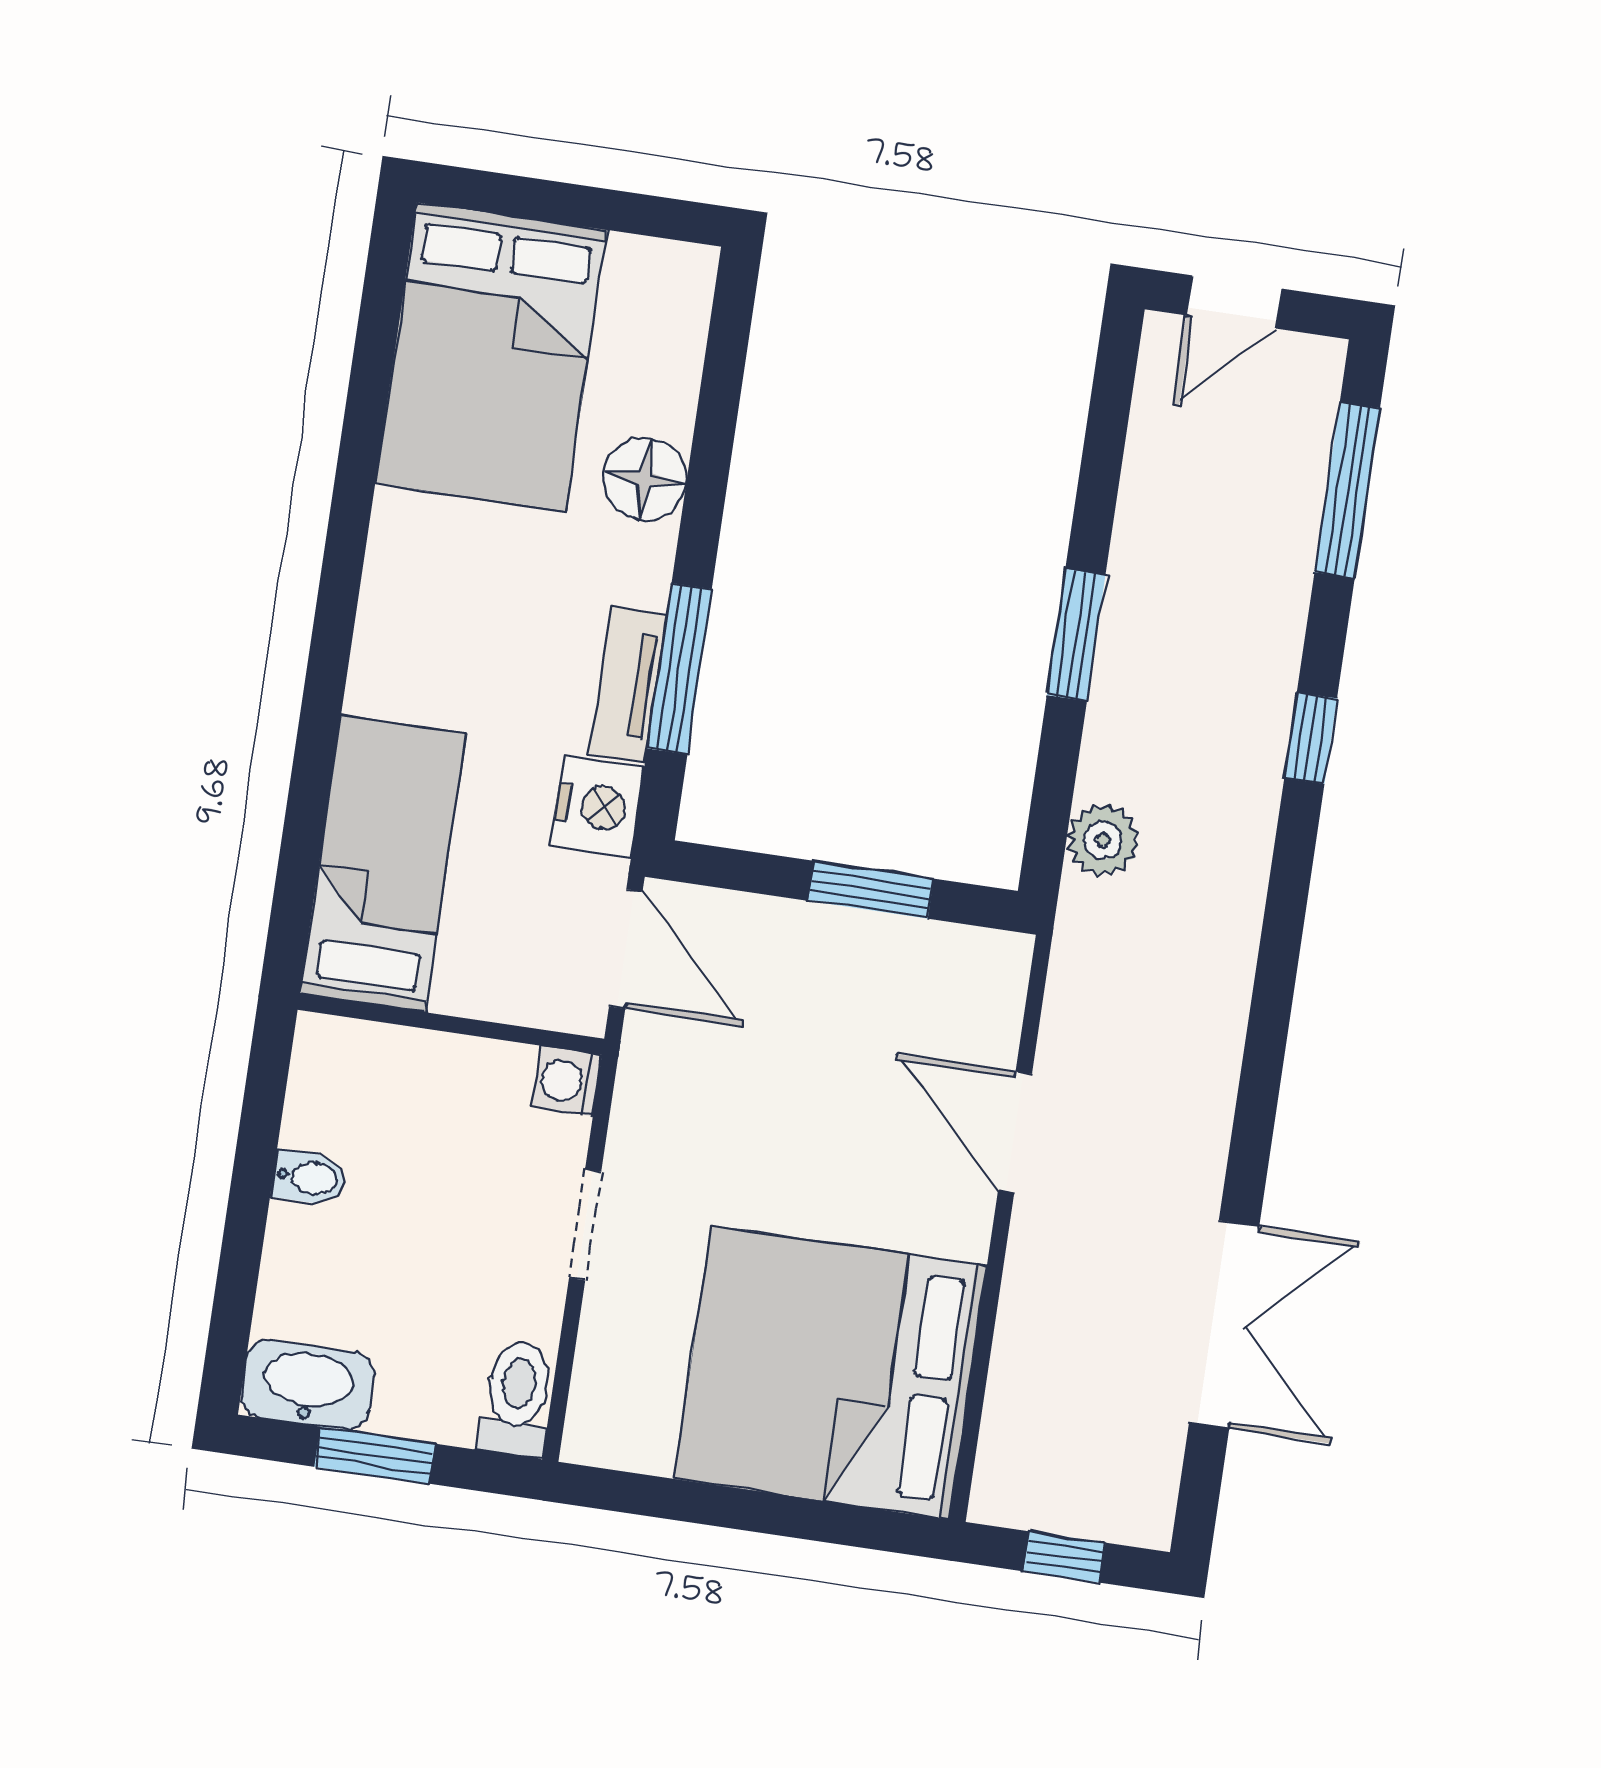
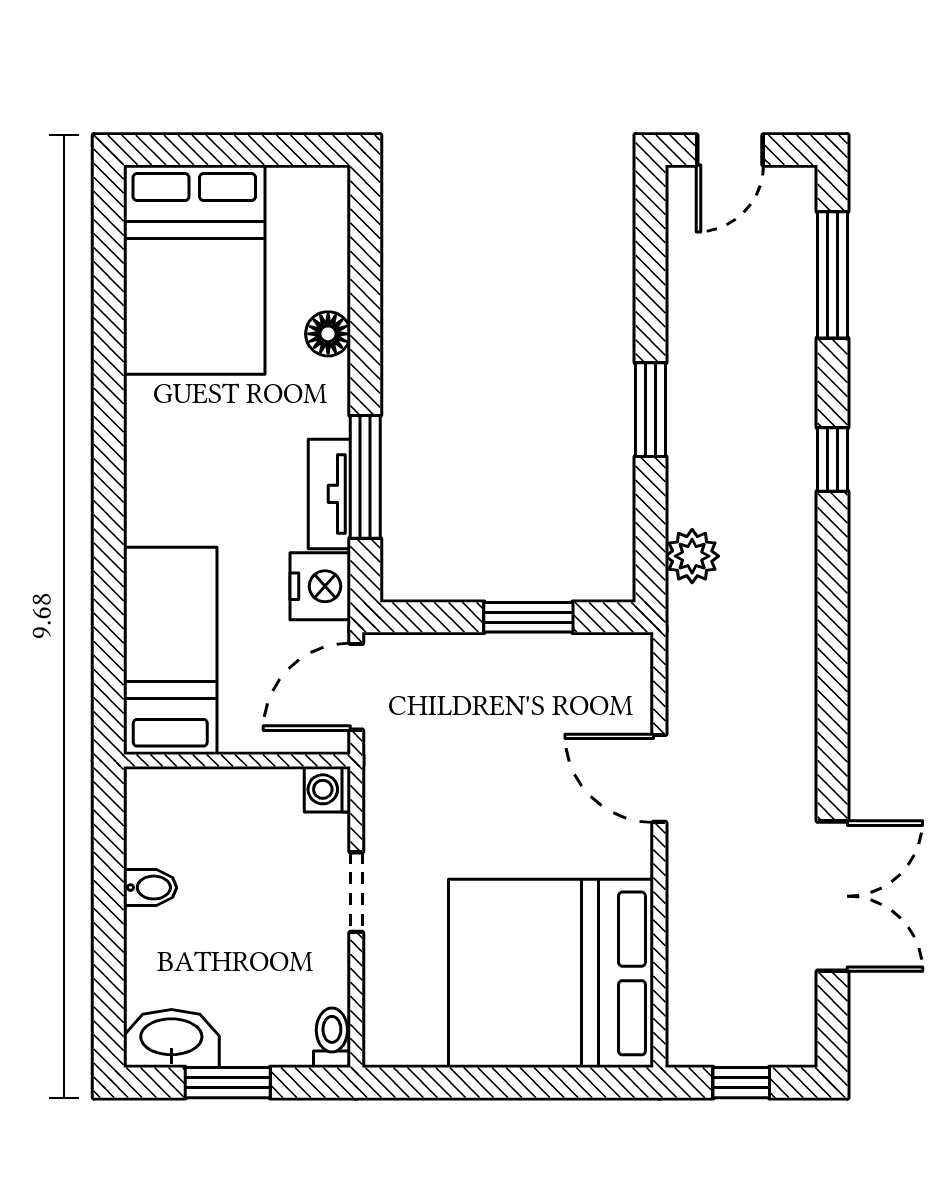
floor lamp: (645, 479) -> (328, 334), width x0.73, depth x0.73
door: (626, 949) -> (356, 687), swing flipped
toilet: (517, 1399) -> (332, 1038), width x0.73, depth x0.72

